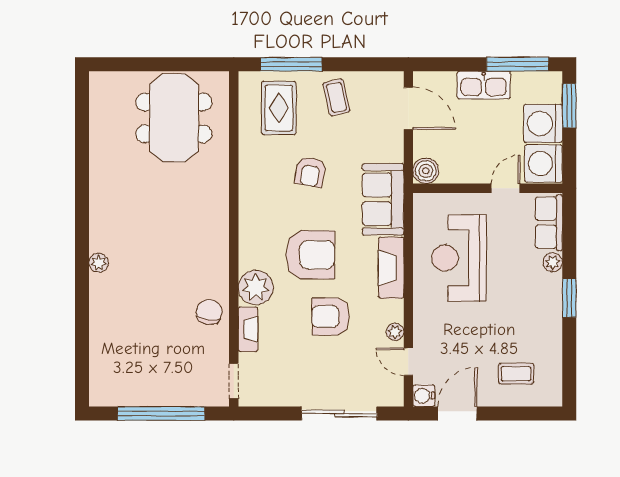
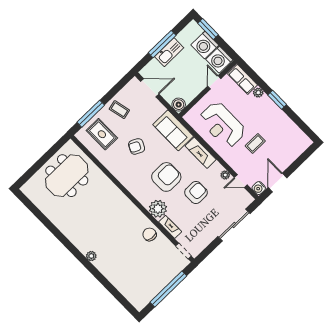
window: (518, 64) -> (162, 44), moved
meeting table: (174, 118) -> (67, 176), turned 90
armchair: (310, 172) -> (137, 146), turned 107
armchair: (331, 317) -> (196, 192), turned 180
coffee table: (516, 374) -> (255, 143), moved

